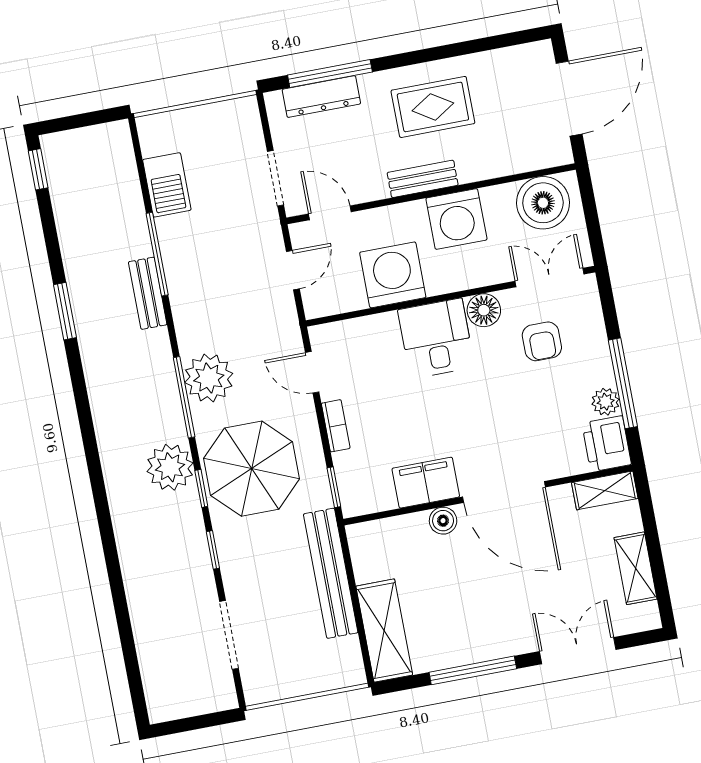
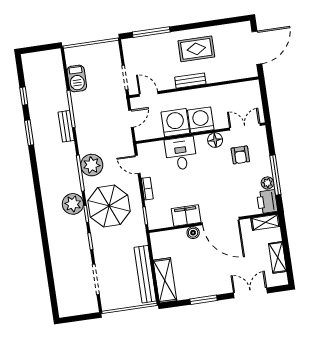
dresser: (321, 97) -> (147, 42), removed
window: (38, 169) -> (24, 96), moved
boiler: (543, 203) -> (243, 93), removed
washing machine: (456, 219) -> (201, 120), moved, turned 180
desk: (436, 338) -> (181, 153), moved
bench: (331, 573) -> (145, 274), moved
window: (473, 670) -> (204, 300), width x0.69

